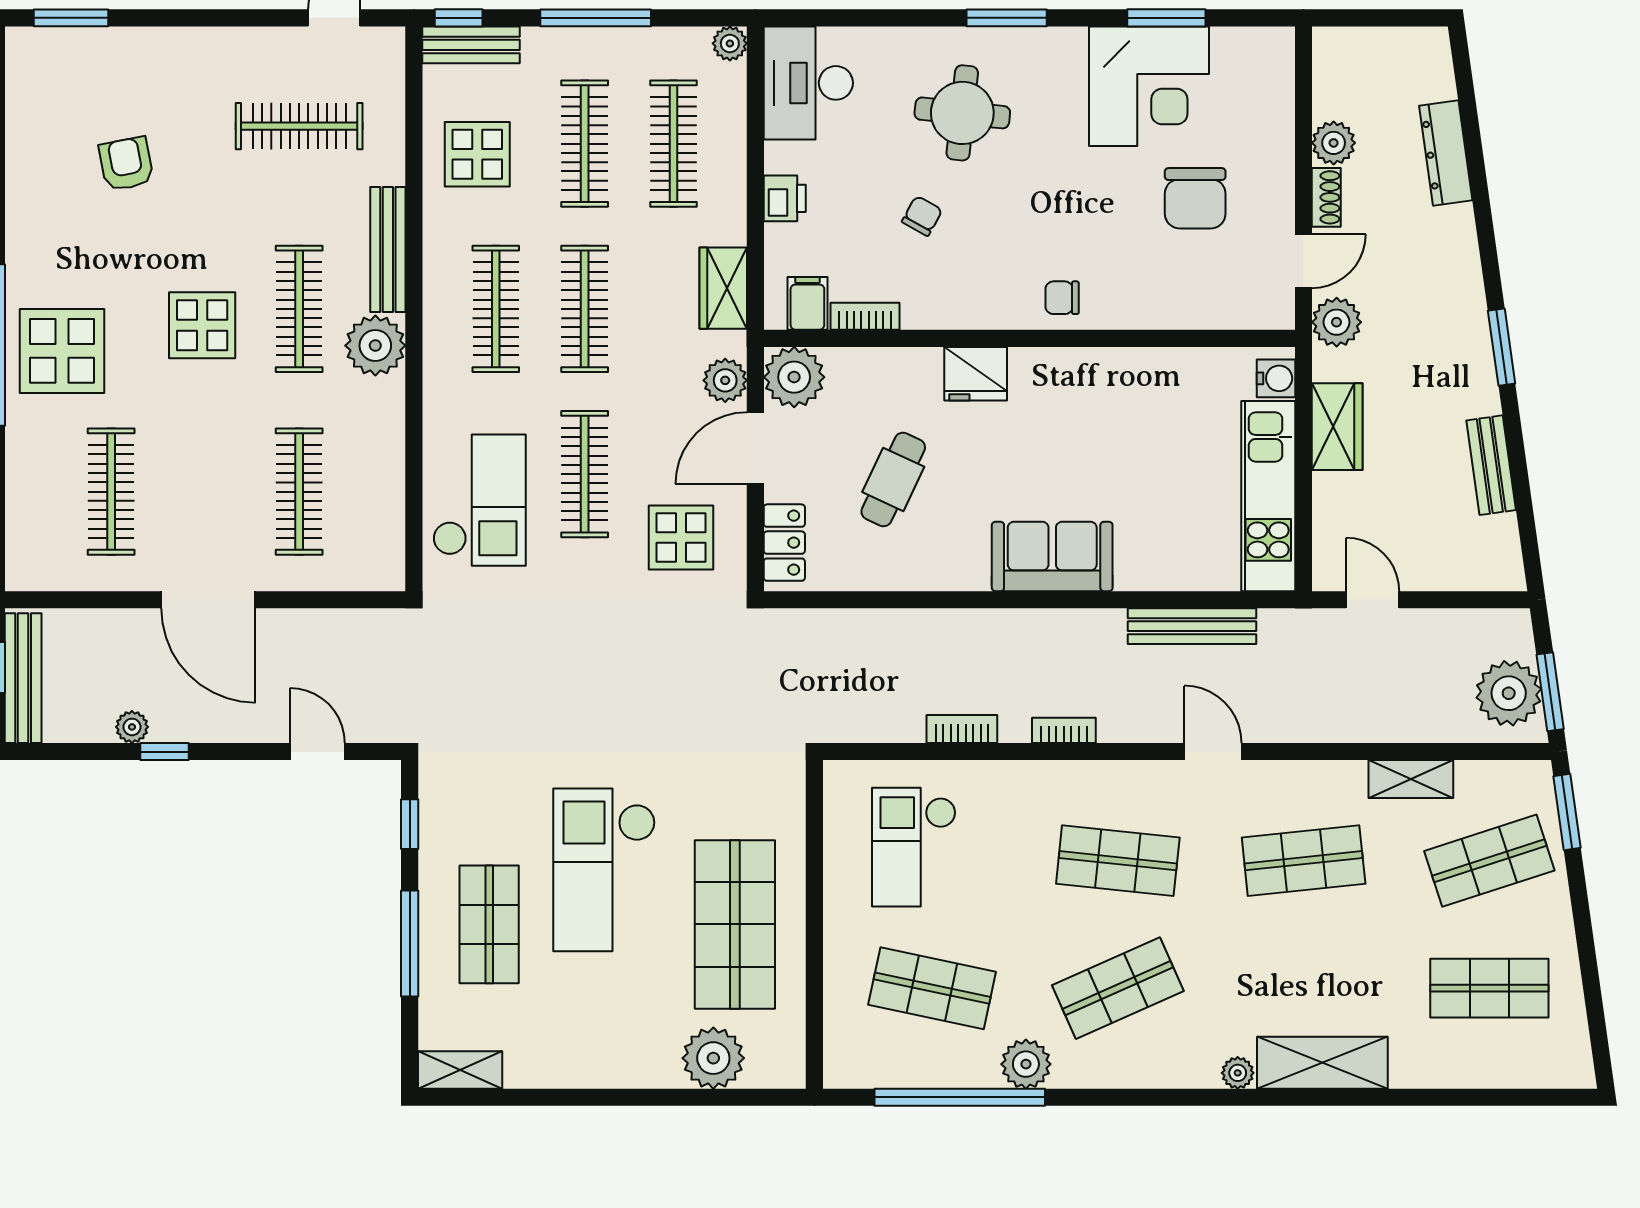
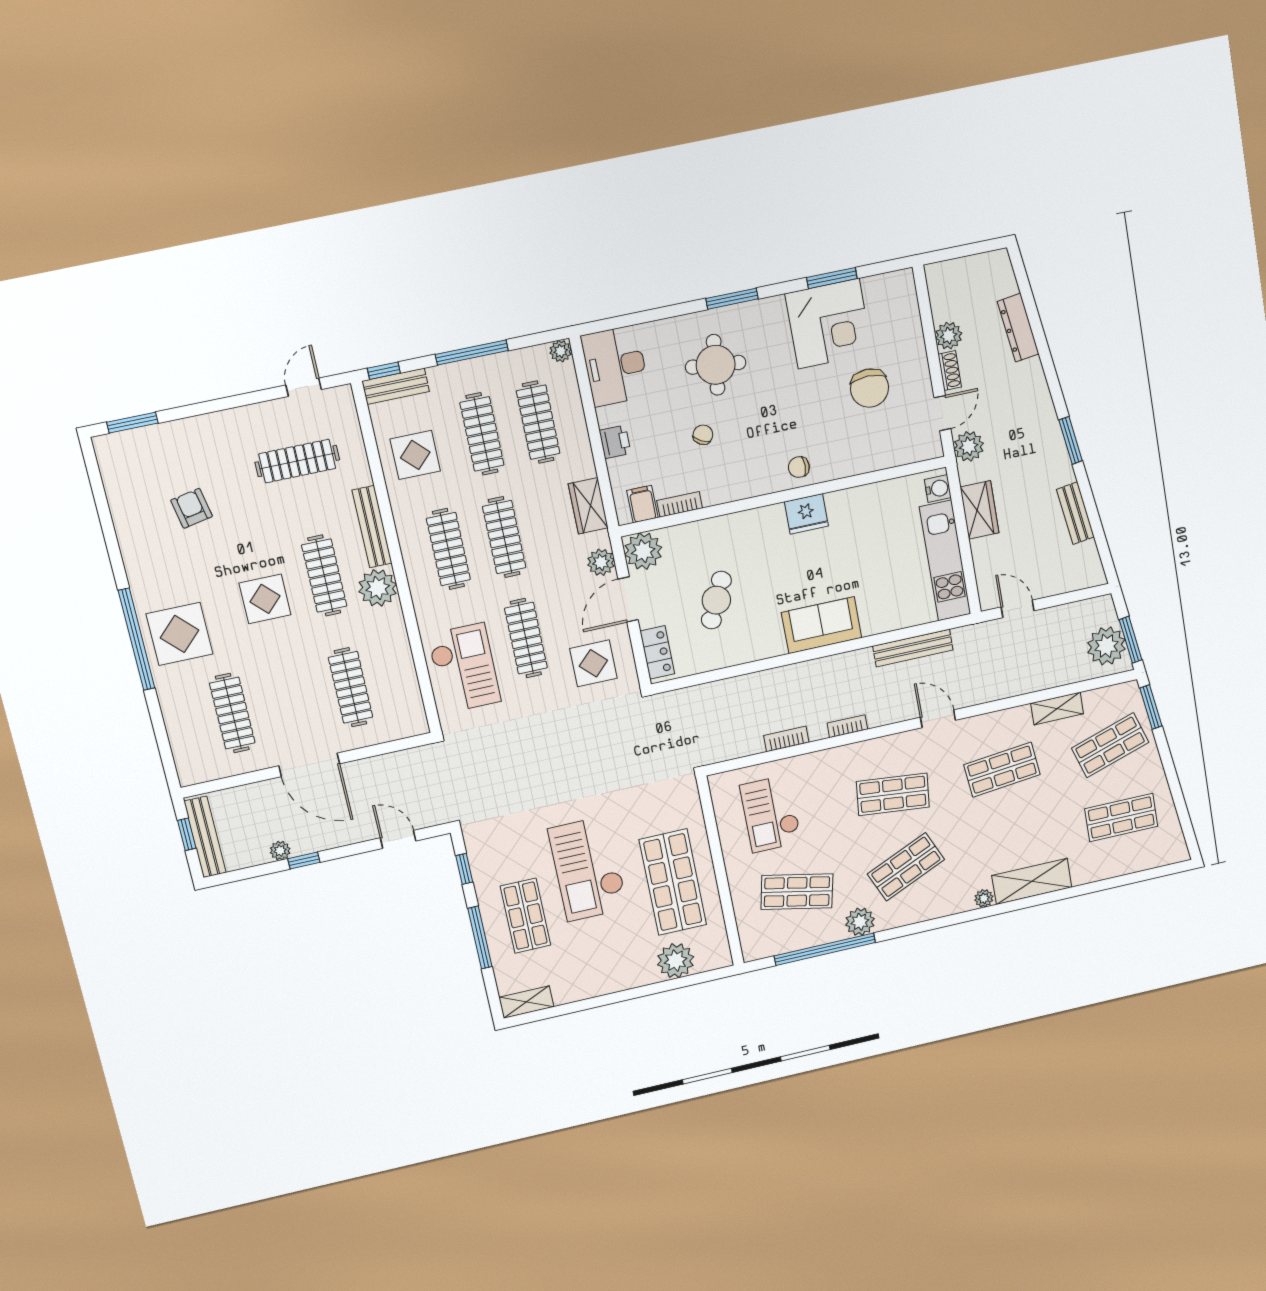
fridge: (976, 374) -> (806, 514), moved

